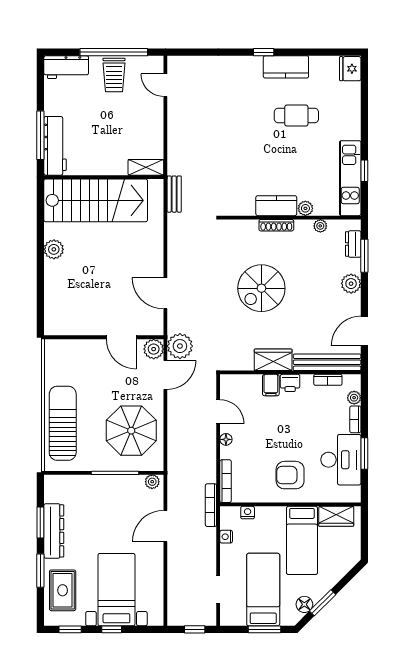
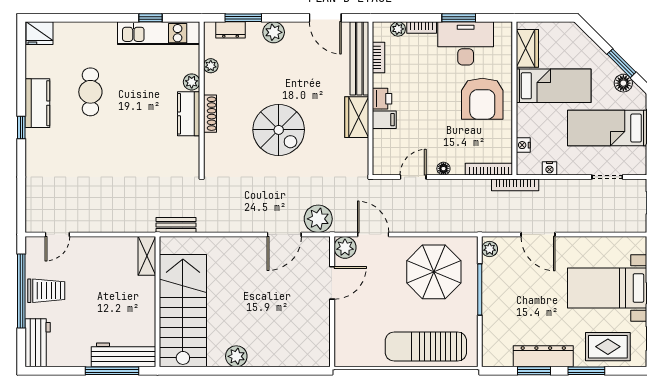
plant: (180, 346) -> (318, 219), moved
armchair: (290, 475) -> (482, 99), width x1.36, depth x1.36

